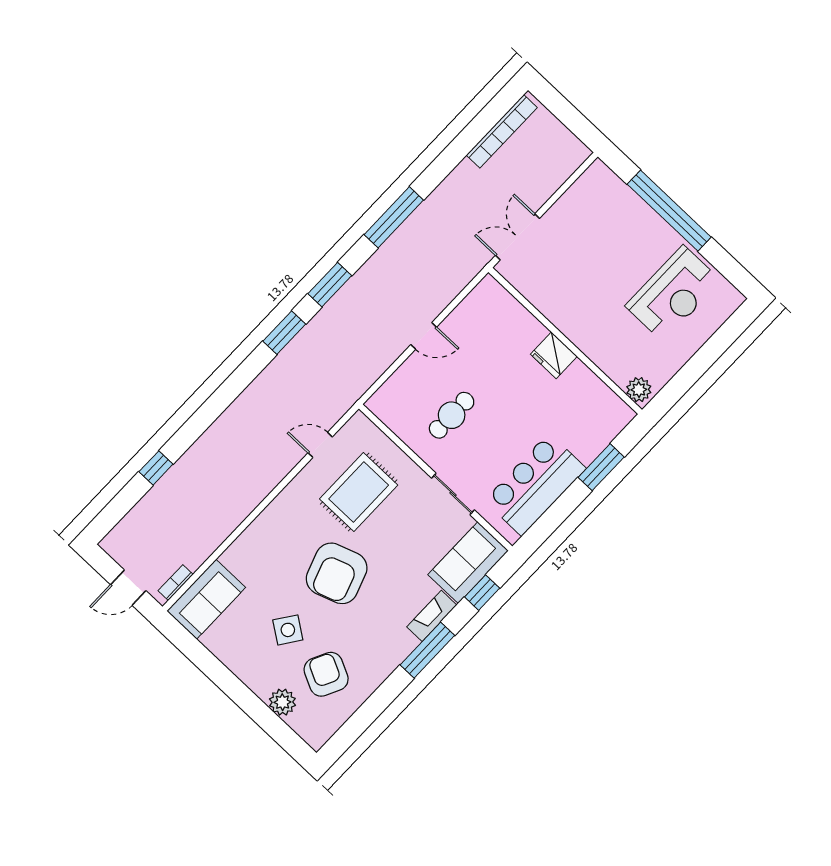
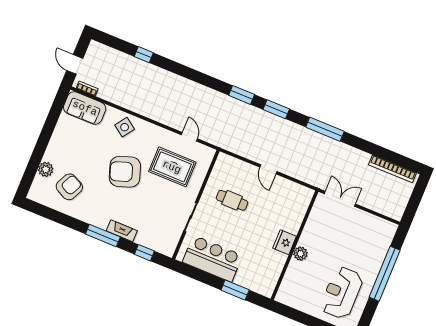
reception desk: (673, 293) -> (342, 293), turned 90
plant: (639, 390) -> (300, 254), moved
sofa: (468, 563) -> (157, 239), removed
side table: (288, 630) -> (125, 127), moved

